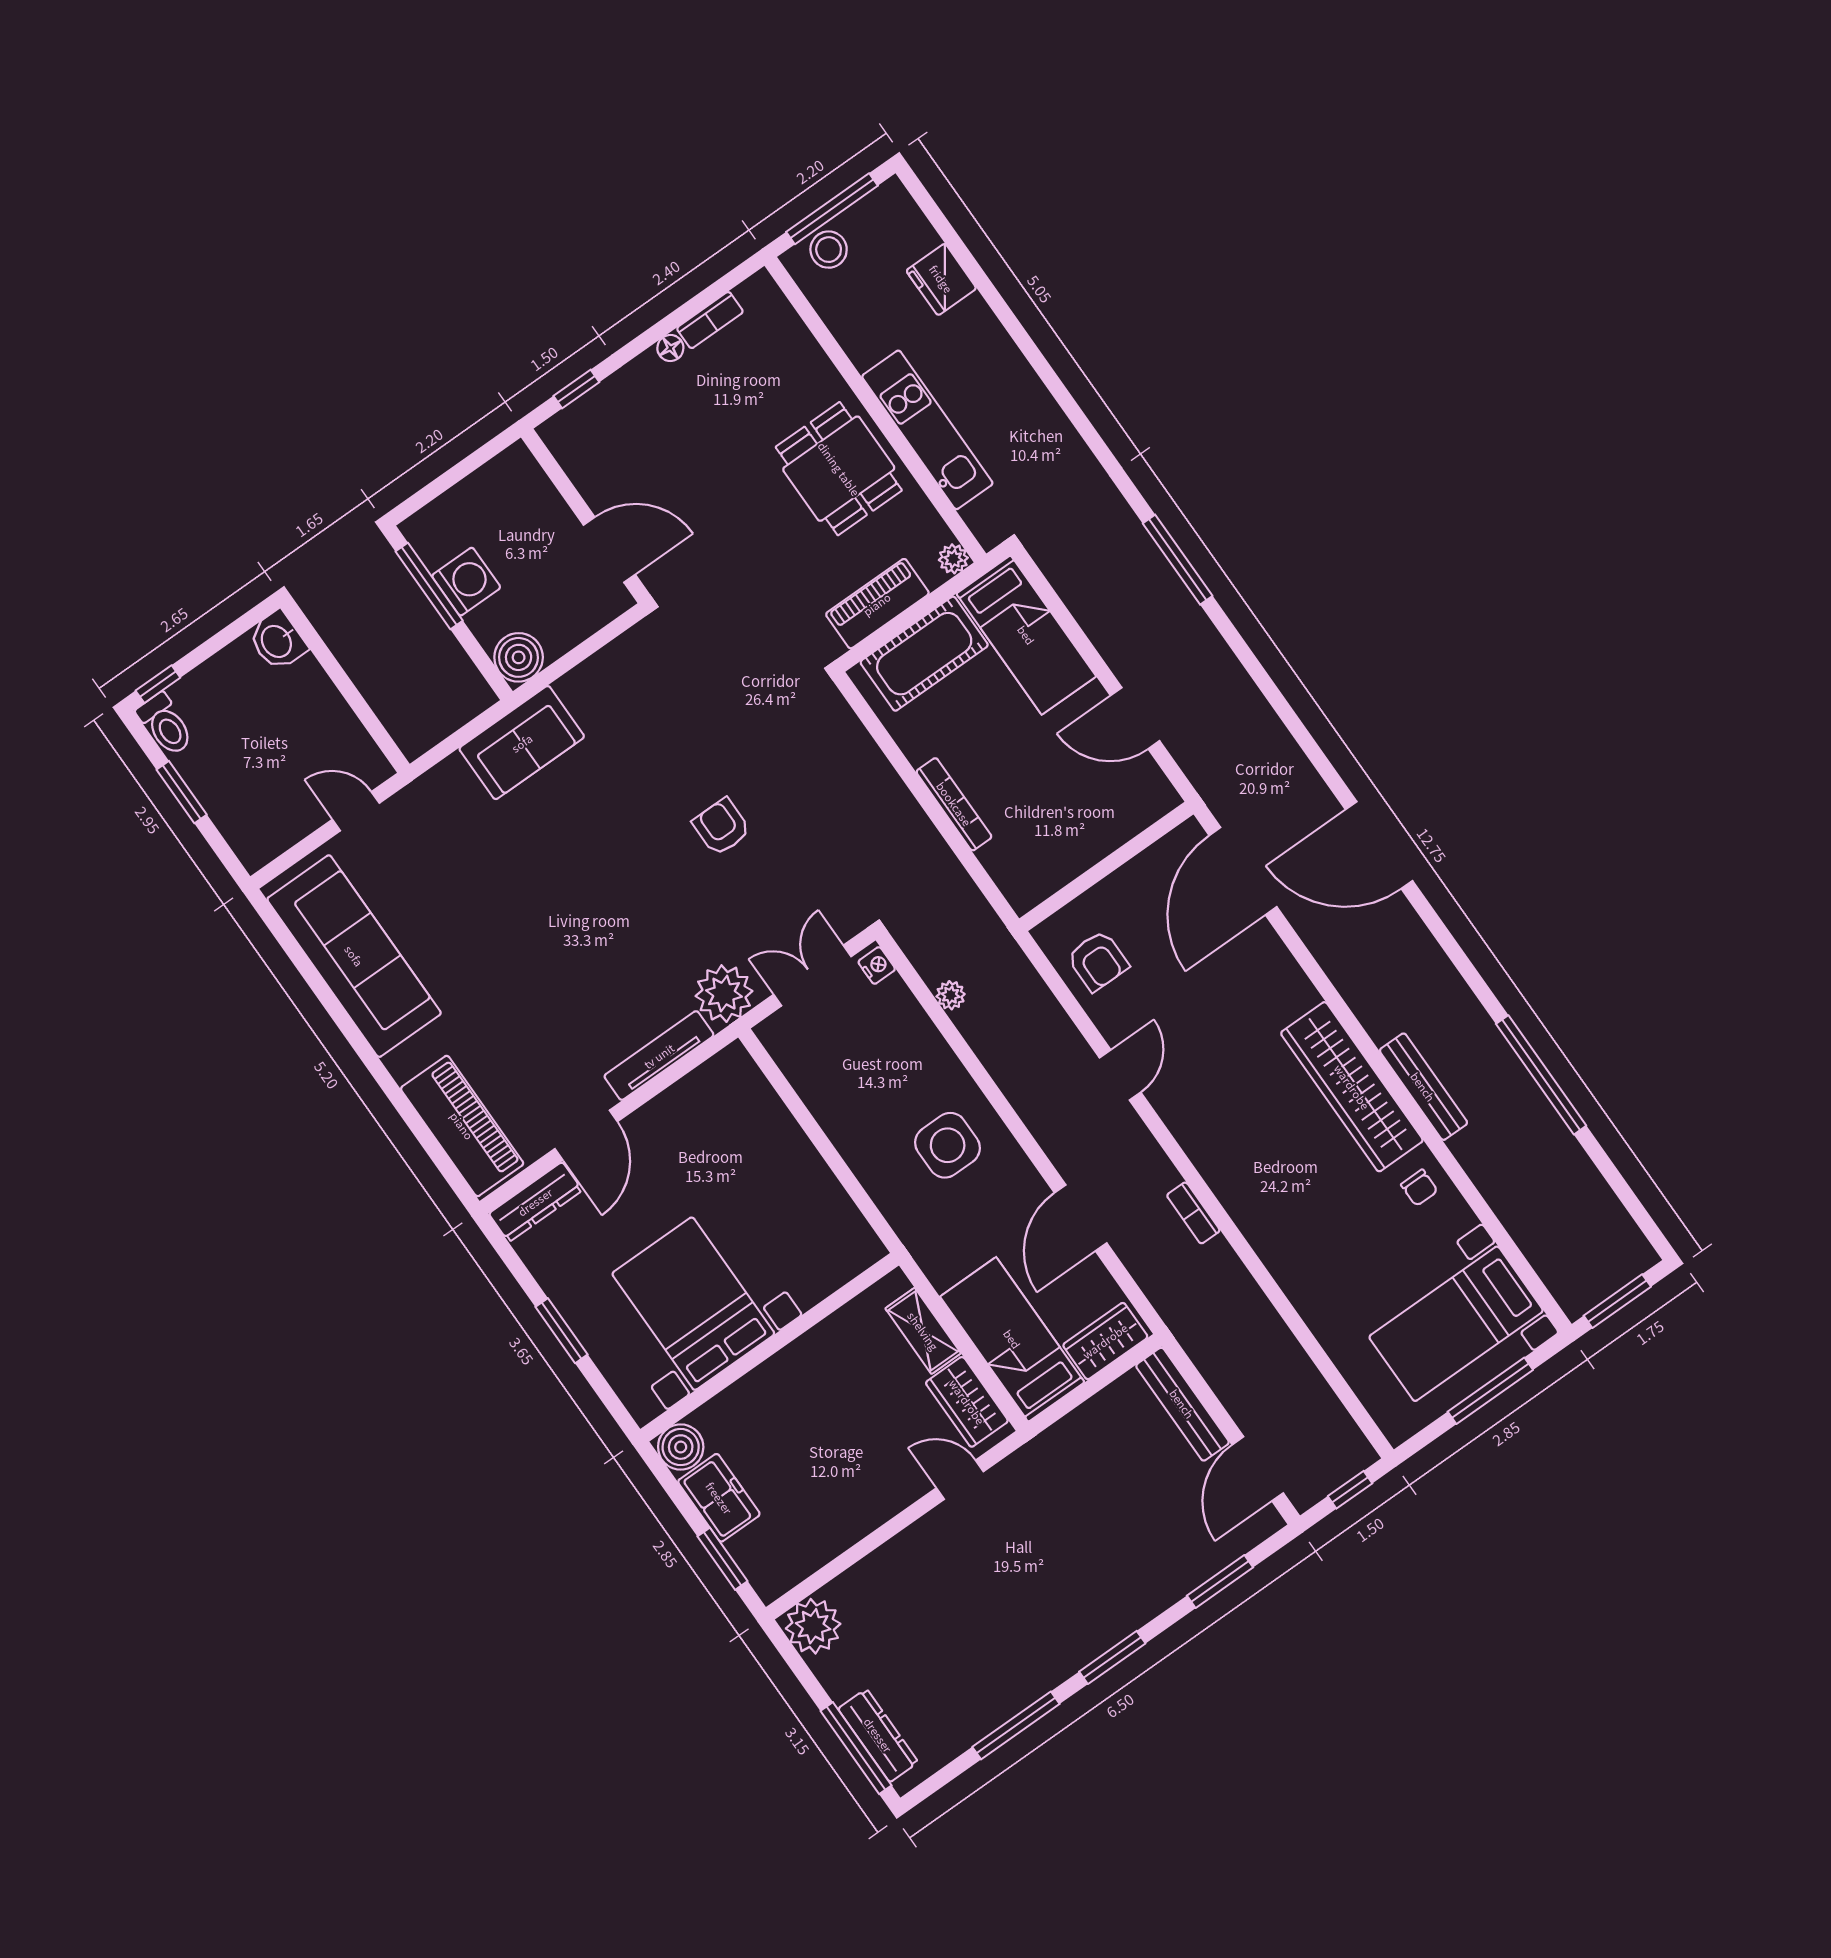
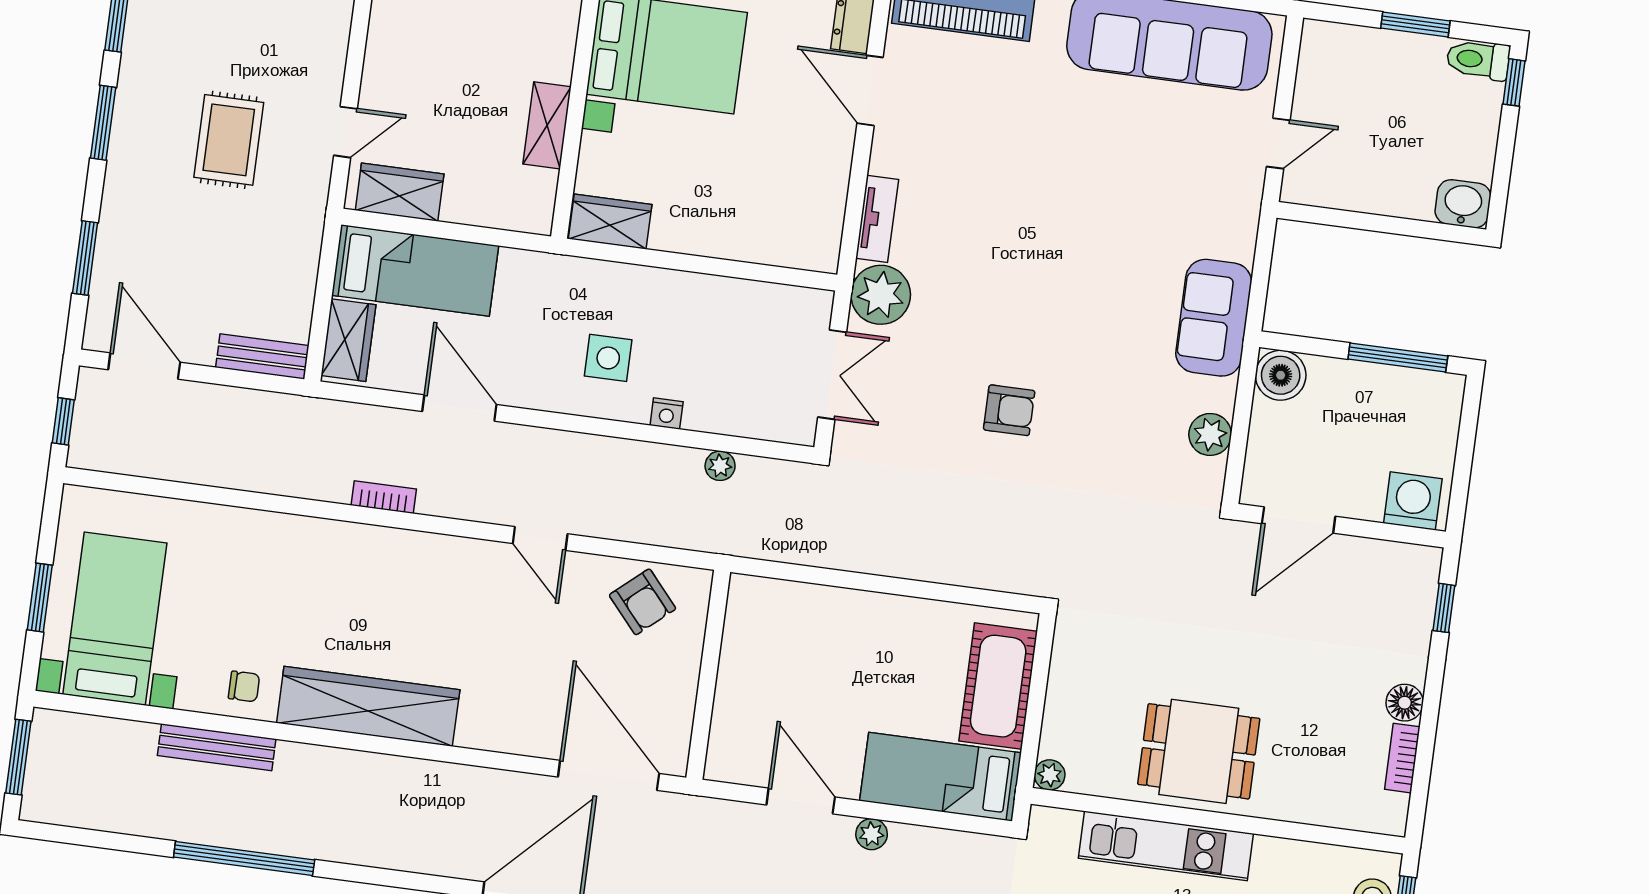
floor lamp: (670, 348) -> (1405, 703), width x1.37, depth x1.37
washing machine: (466, 582) -> (1413, 501), moved, turned 180
piano: (877, 604) -> (1069, 686), removed
plant: (1112, 646) -> (872, 834), added
plant: (607, 669) -> (1210, 434), added
door: (1135, 718) -> (801, 801), hinge flipped
bookcase: (954, 804) -> (863, 603), removed
armchair: (1098, 961) -> (643, 602), turned -131
nightstand: (877, 965) -> (667, 414), moved
tv unit: (659, 1056) -> (877, 219), width x0.71
bench: (1423, 1087) -> (217, 747), moved
side table: (948, 1145) -> (608, 358), width x0.73, depth x0.73
chair: (1419, 1188) -> (244, 686), turned 180
wardrobe: (850, 1233) -> (610, 222), added
shelving: (923, 1331) -> (547, 125), moved, turned 90
window: (1490, 1391) -> (40, 598), width x0.69
bench: (1182, 1404) -> (262, 356), width x0.73
rug: (1042, 1557) -> (229, 140), added

